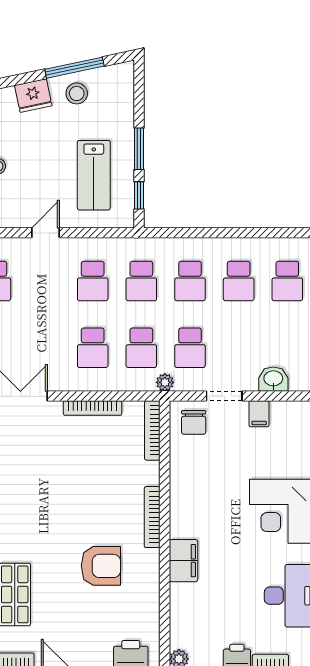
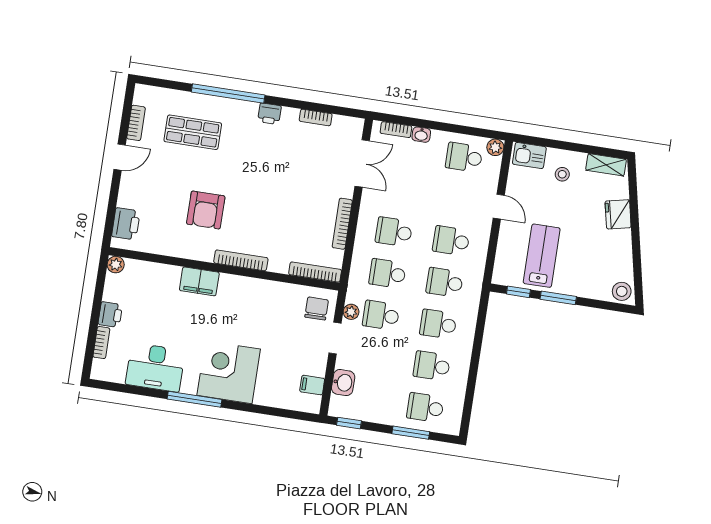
window: (74, 68) -> (636, 253), removed
stool: (77, 93) -> (622, 291), moved
lab bench: (94, 175) -> (542, 256), turned 90
plant: (165, 382) -> (351, 312), moved
filing cabinet: (259, 414) -> (312, 385), moved
chair: (194, 422) -> (317, 308), turned 90

